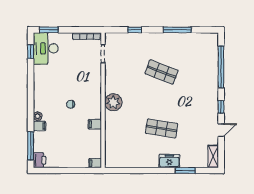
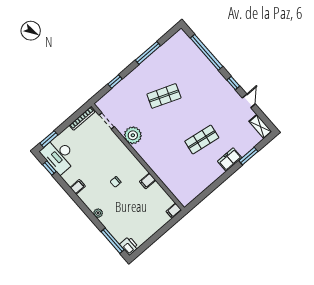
plant: (113, 102) -> (133, 135), moved
filing cabinet: (39, 126) -> (78, 187), moved

